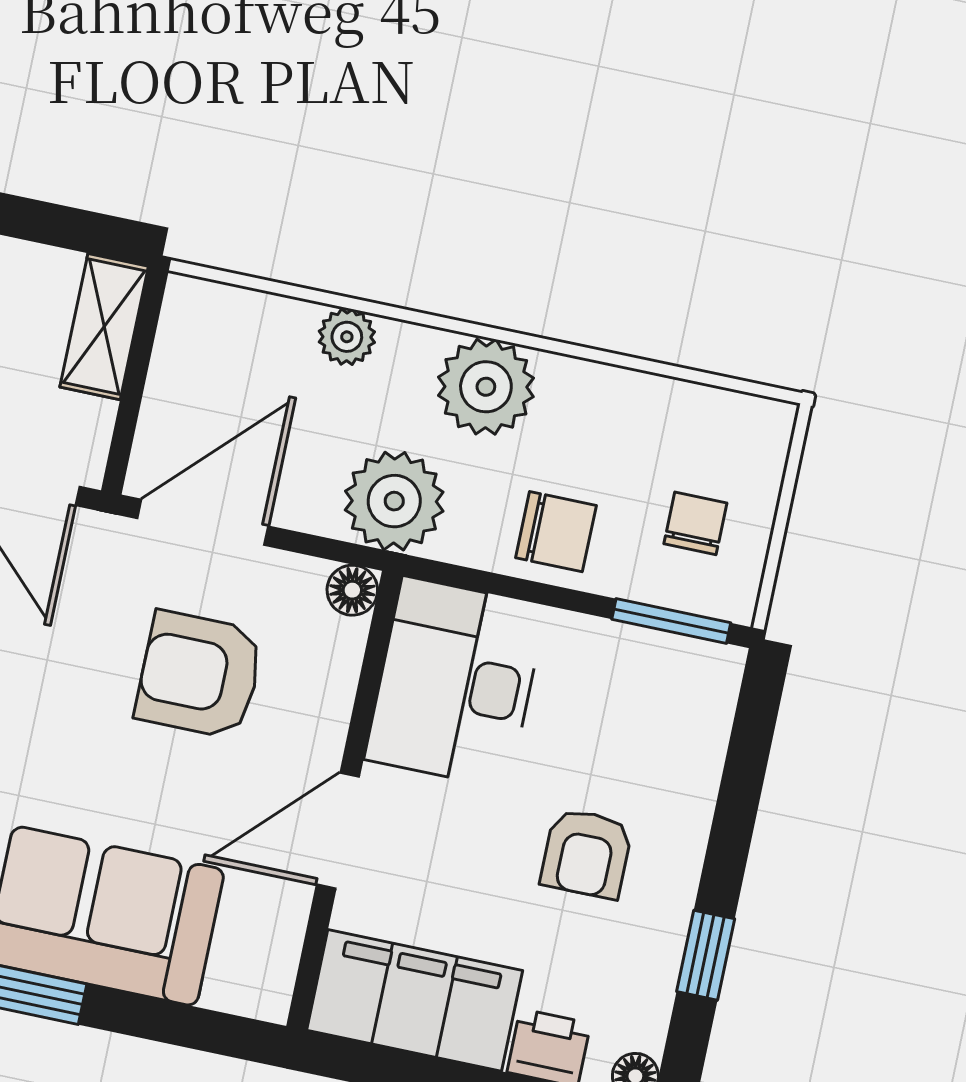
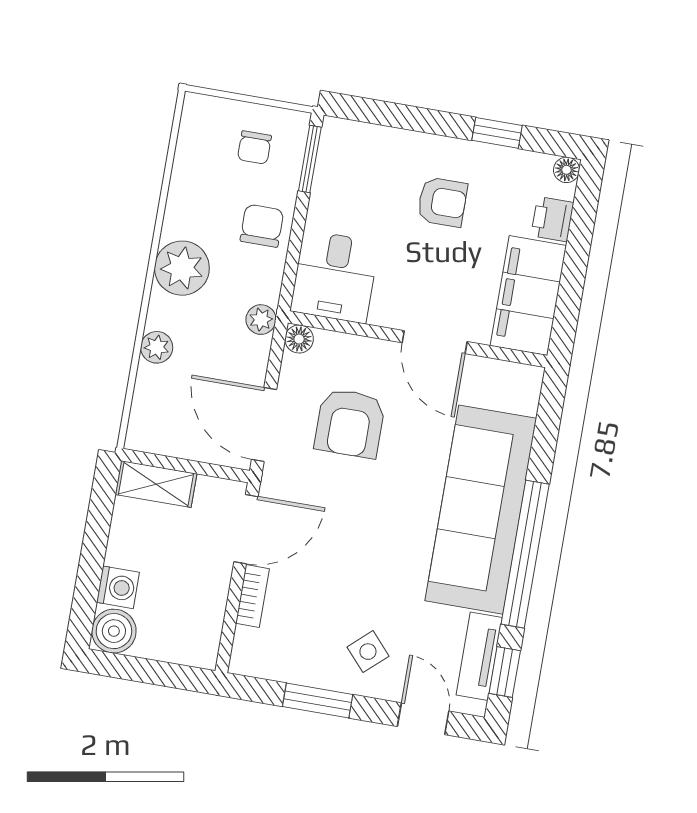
plant: (394, 501) -> (261, 320), width x0.53, depth x0.53
chair: (695, 523) -> (254, 147), turned -90
desk: (456, 683) -> (335, 277), width x0.73

